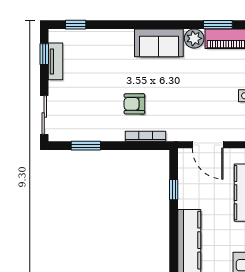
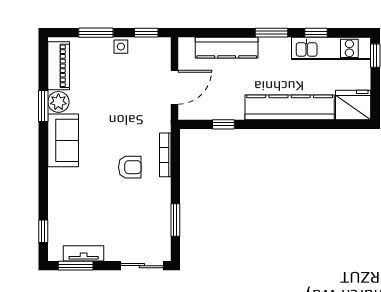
window: (218, 25) -> (43, 106), moved
window: (44, 54) -> (76, 266), width x1.50
armchair: (134, 104) -> (130, 167), turned -90

